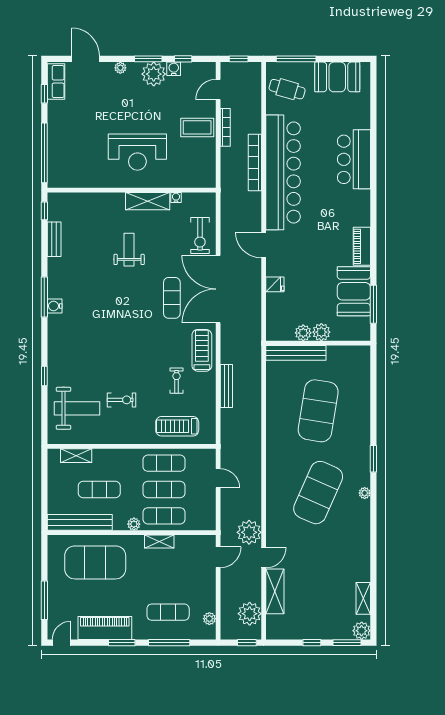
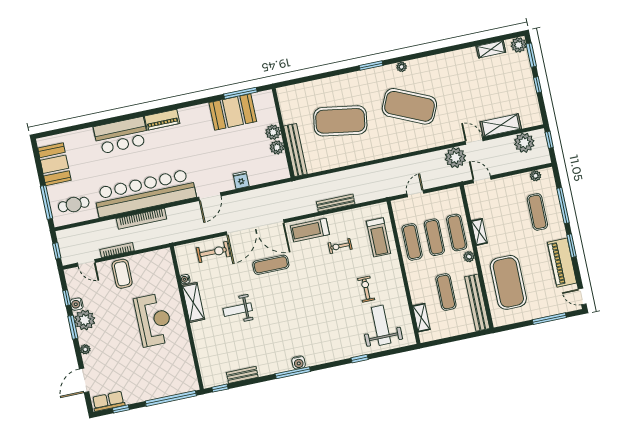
cafe table: (287, 89) -> (74, 205), turned 74
piano: (362, 246) -> (162, 120), moved

